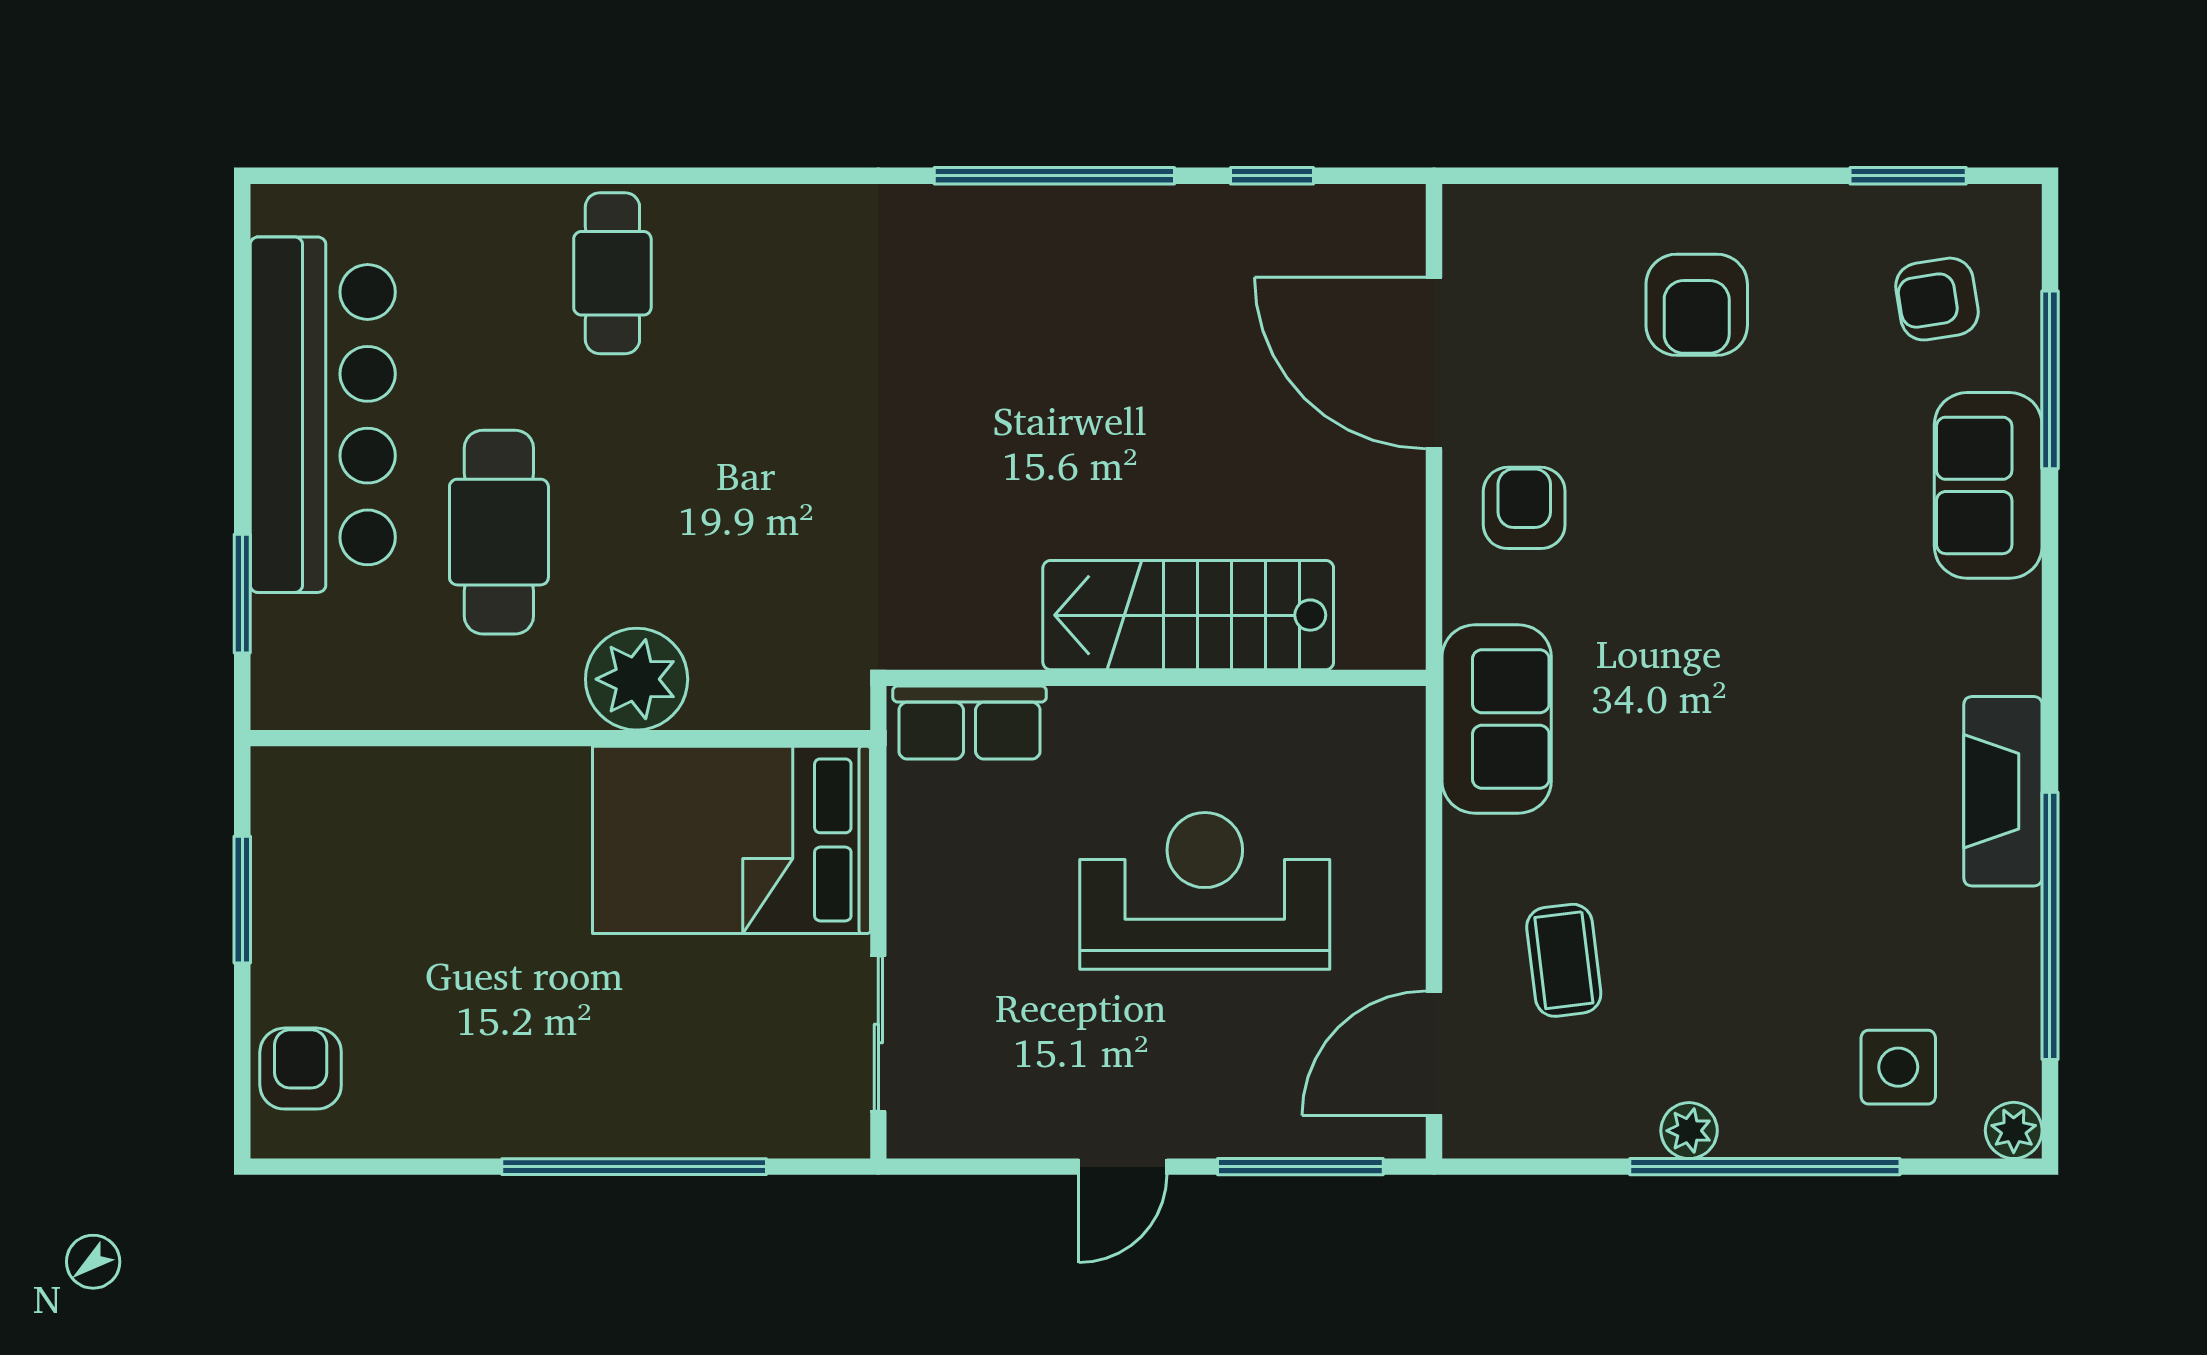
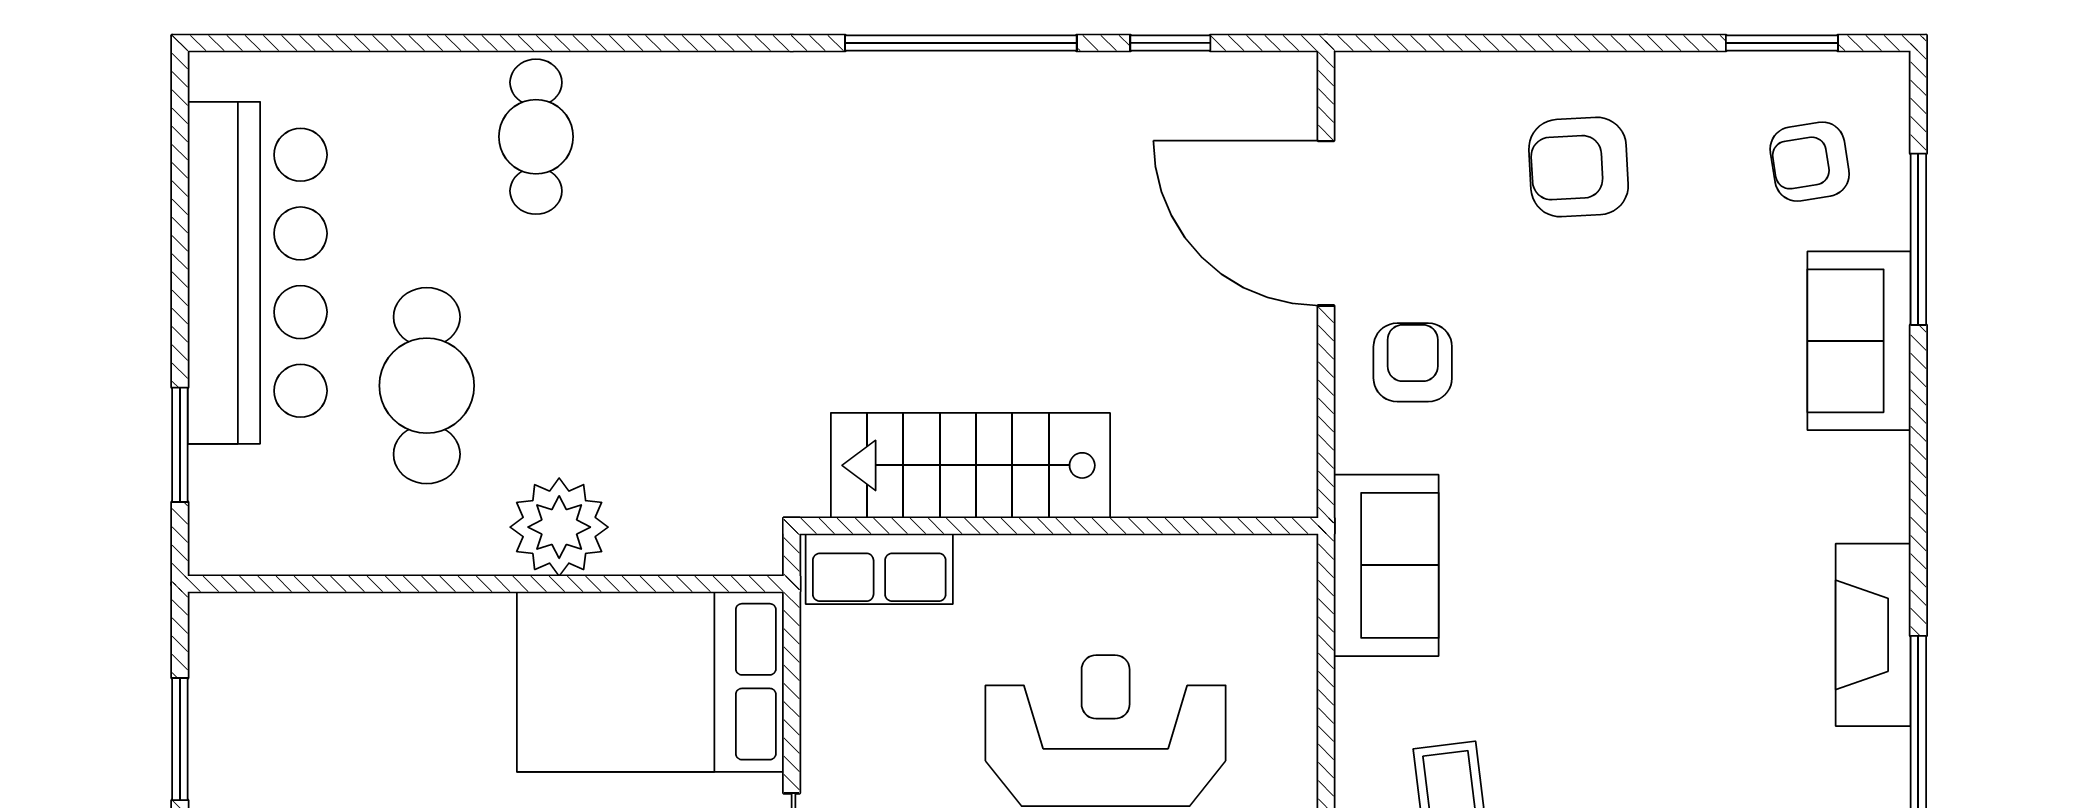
armchair: (1697, 305) -> (1579, 167), turned 87
stairs: (1188, 615) -> (970, 465), moved

